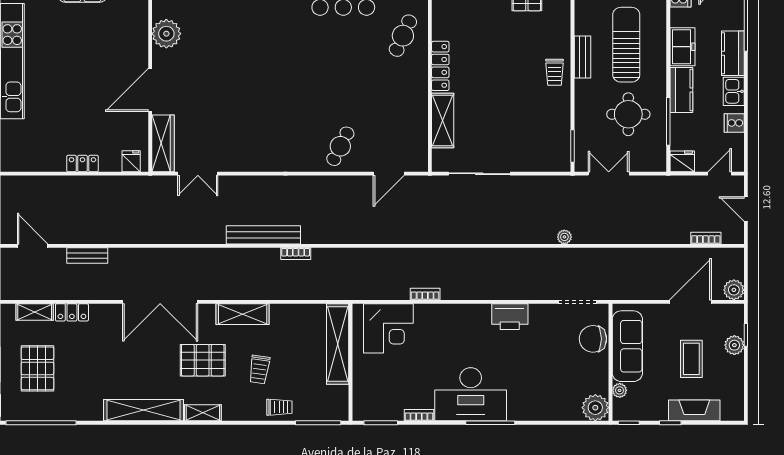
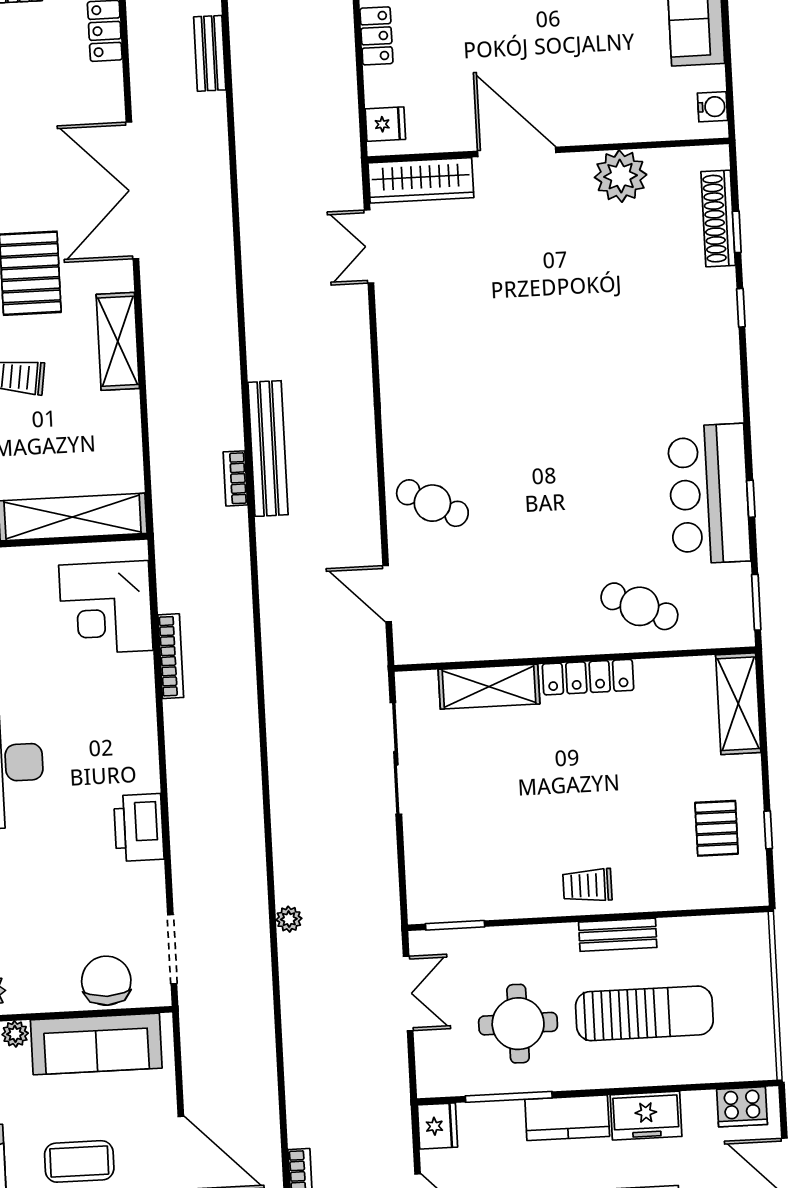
bench: (263, 235) -> (268, 449), moved
bookcase: (296, 254) -> (235, 478), moved
bookcase: (425, 294) -> (171, 656), width x1.56

